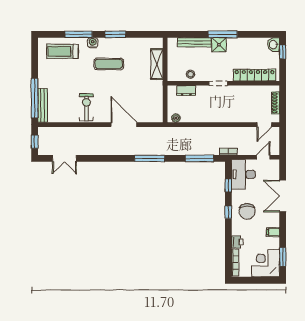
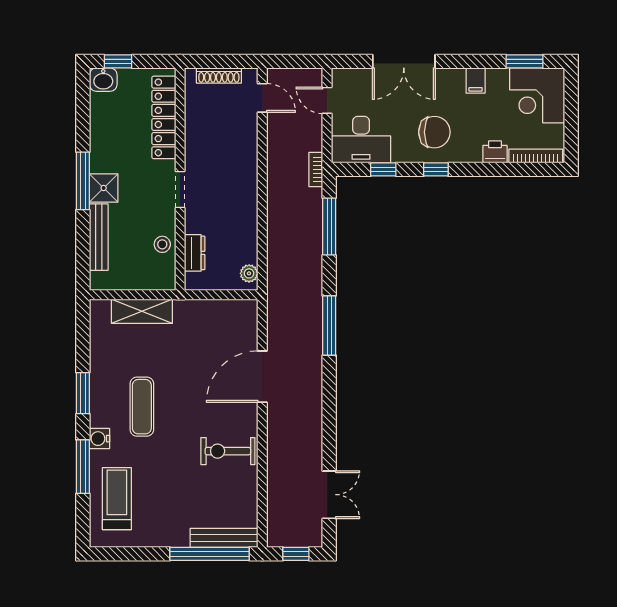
treadmill: (62, 51) -> (117, 499), turned 180

